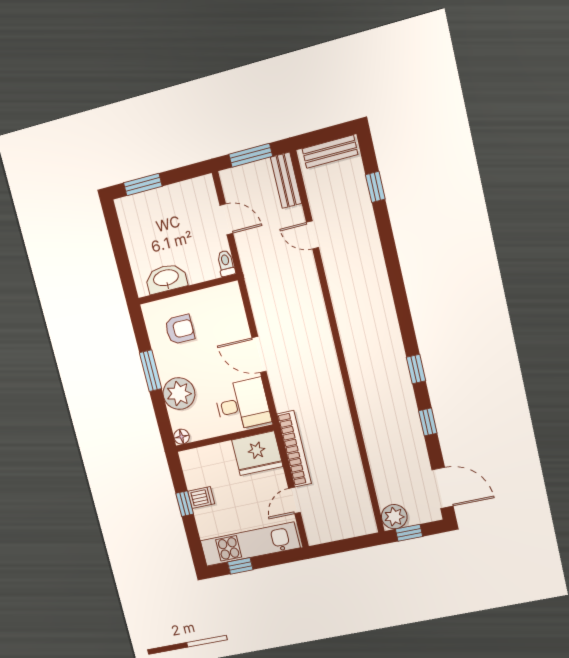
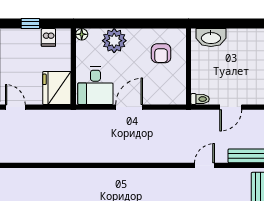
washbasin: (166, 278) -> (211, 38), moved, turned 90
window: (150, 371) -> (136, 24), removed
bookcase: (294, 449) -> (54, 116), removed
dishwasher: (201, 497) -> (48, 37), moved

